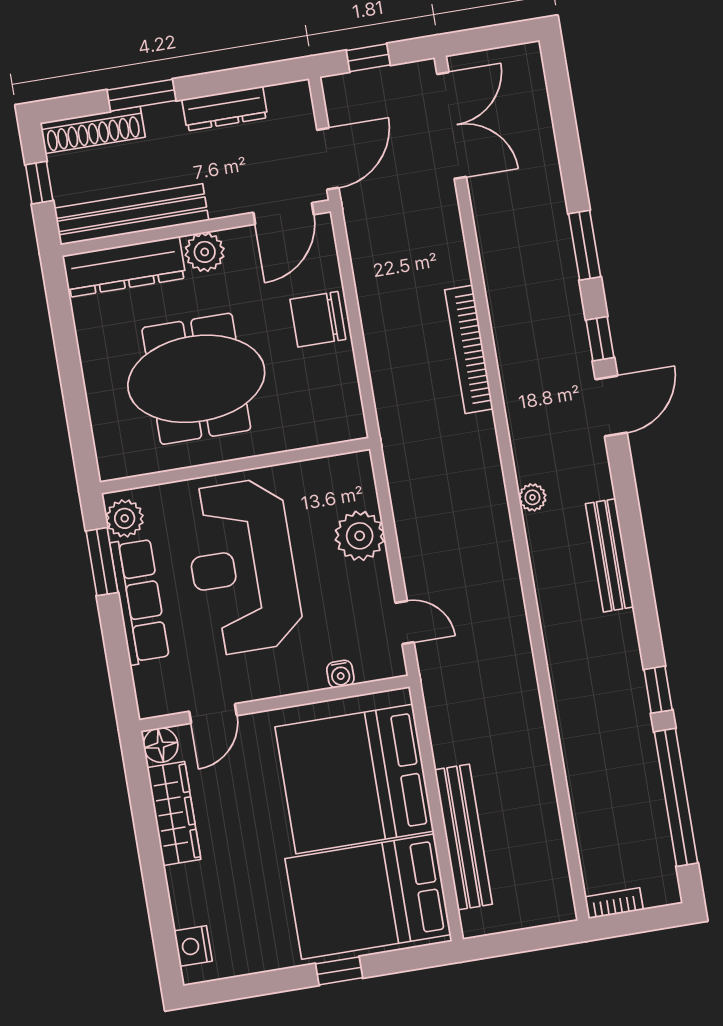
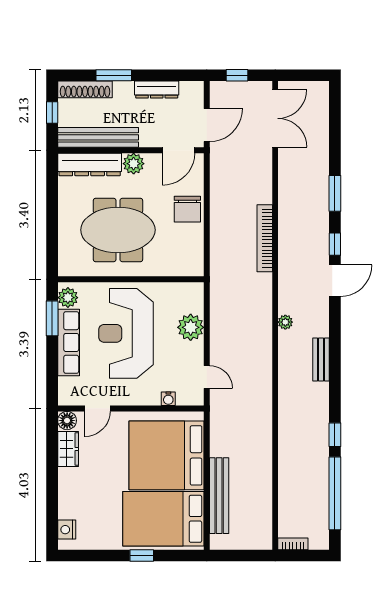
chair: (318, 319) -> (187, 209), turned -90
bench: (610, 555) -> (321, 359), width x0.73
wardrobe: (174, 813) -> (68, 449), width x0.67

